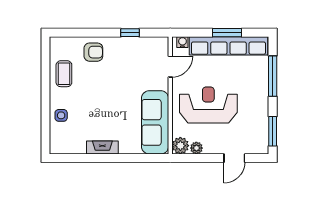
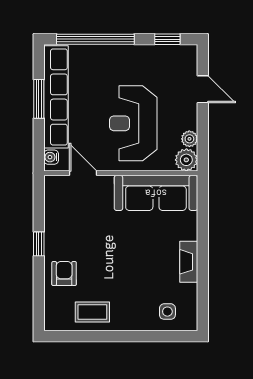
window: (130, 33) -> (39, 244), moved
window: (273, 76) -> (95, 39), width x1.46
side table: (61, 115) -> (167, 312), moved
window: (273, 131) -> (167, 39), width x0.67

